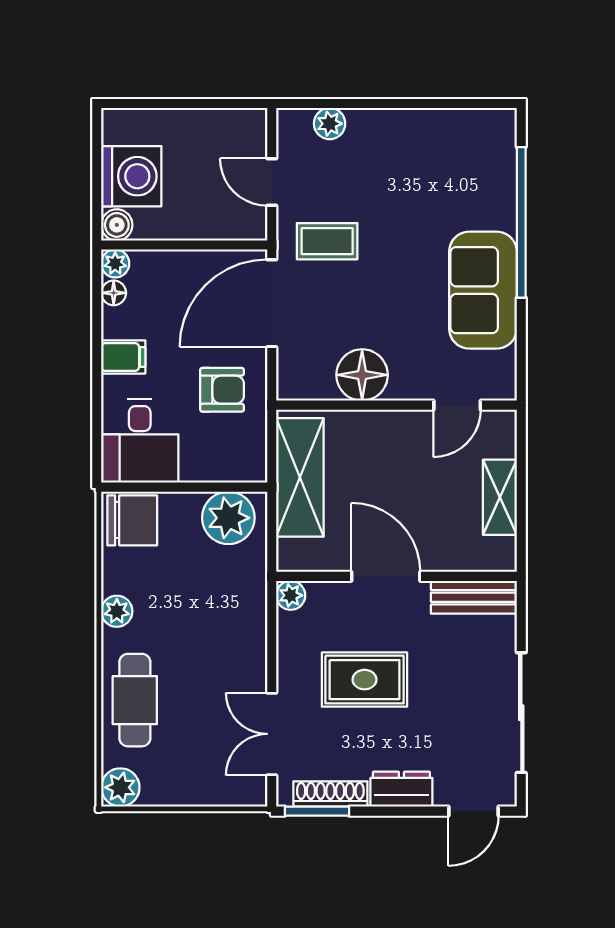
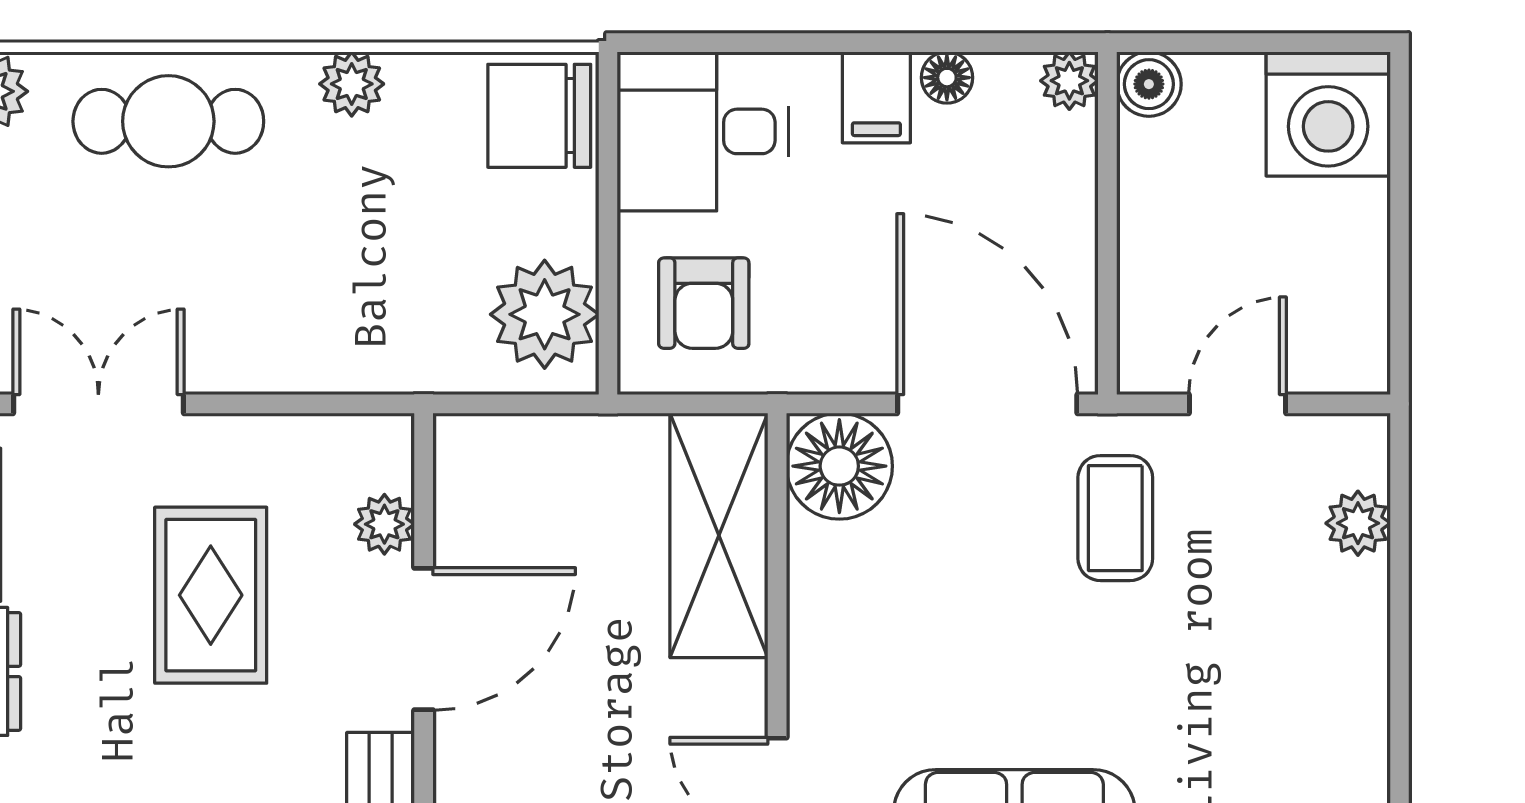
washing machine: (131, 176) -> (1328, 114), moved
floor lamp: (114, 293) -> (947, 78), moved
floor lamp: (362, 375) -> (839, 466), moved
armchair: (222, 390) -> (704, 303), moved
shelving: (300, 477) -> (719, 535), moved, turned 90
chair: (132, 520) -> (539, 116), turned 90
plant: (291, 595) -> (384, 524), moved

